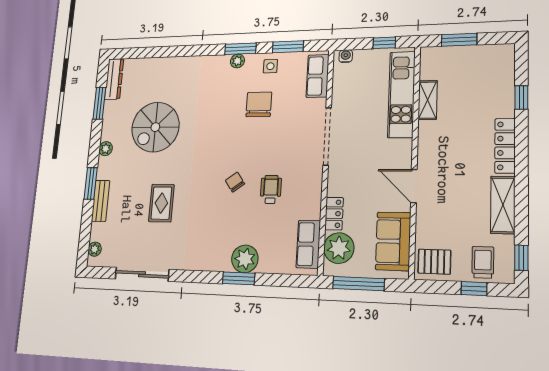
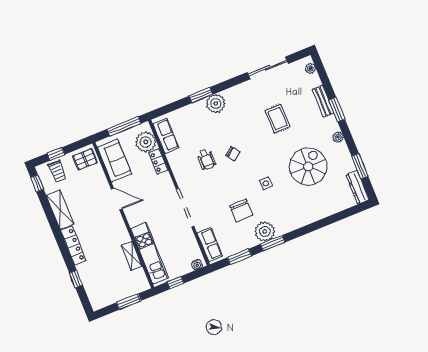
plant: (237, 61) -> (265, 232), width x1.87, depth x1.87
side table: (270, 66) -> (266, 183), moved
plant: (245, 259) -> (216, 103), moved

